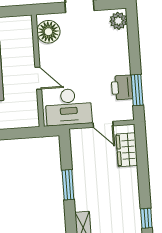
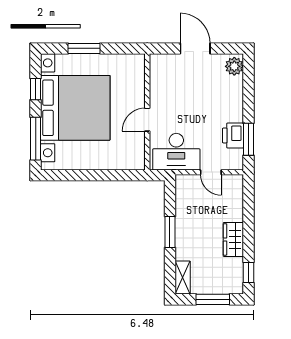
floor lamp: (48, 32) -> (161, 72), removed
door: (38, 78) -> (147, 120), swing flipped
wardrobe: (127, 150) -> (233, 239), moved

